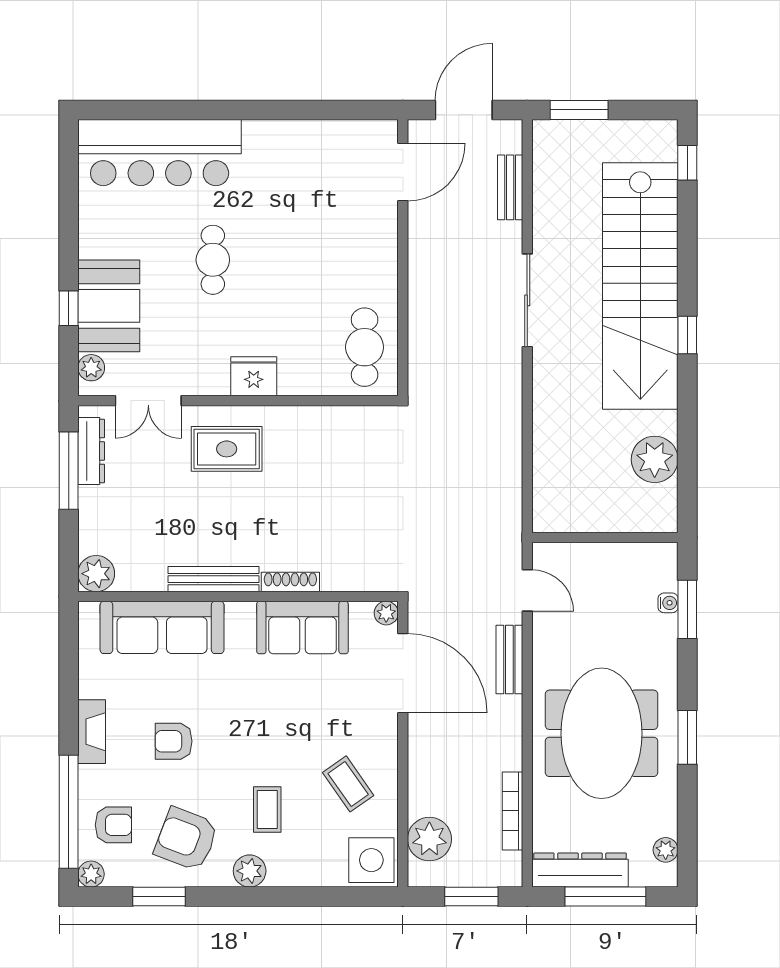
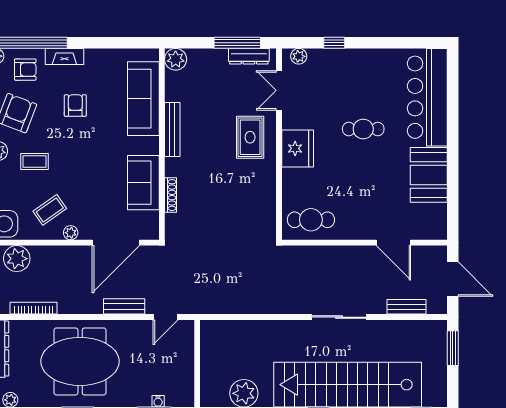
door: (403, 172) -> (393, 243), moved
booth: (109, 306) -> (429, 175), moved, turned 90
fridge: (254, 376) -> (298, 148), width x1.36, depth x1.34
shoe rack: (290, 582) -> (171, 195), moved
plant: (386, 613) -> (71, 233), moved
fireplace: (92, 732) -> (64, 57), moved
armchair: (113, 825) -> (25, 70), turned -90

